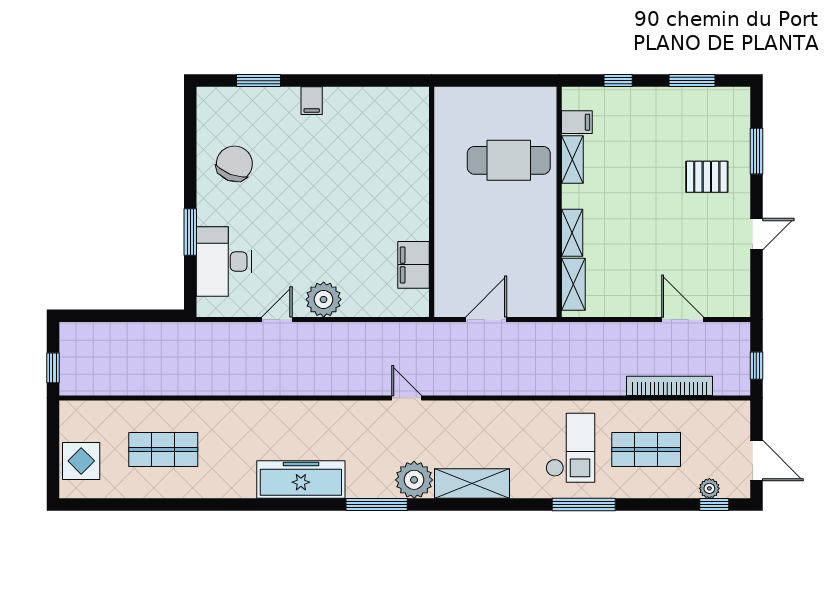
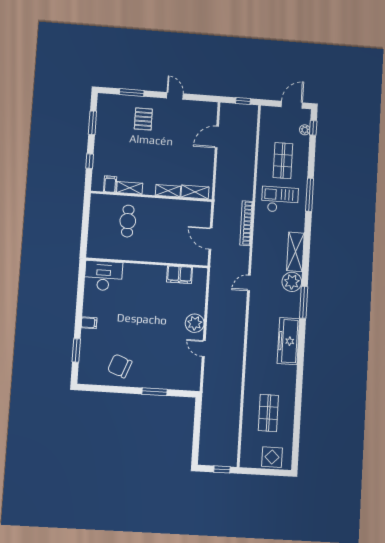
cafe table: (509, 160) -> (128, 221), width x0.73, depth x0.74
desk: (224, 262) -> (103, 276), moved, turned 180
bookcase: (670, 386) -> (246, 223), moved

